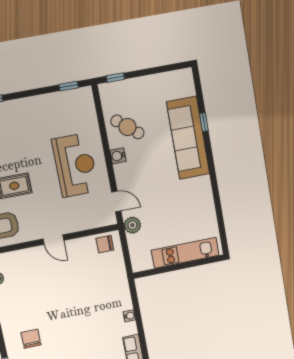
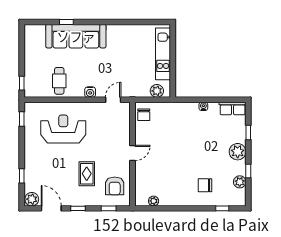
cafe table: (127, 127) -> (59, 81), turned -39
water cooler: (118, 156) -> (90, 92), moved
reception desk: (75, 165) -> (63, 129), moved
plant: (132, 225) -> (157, 91), moved

